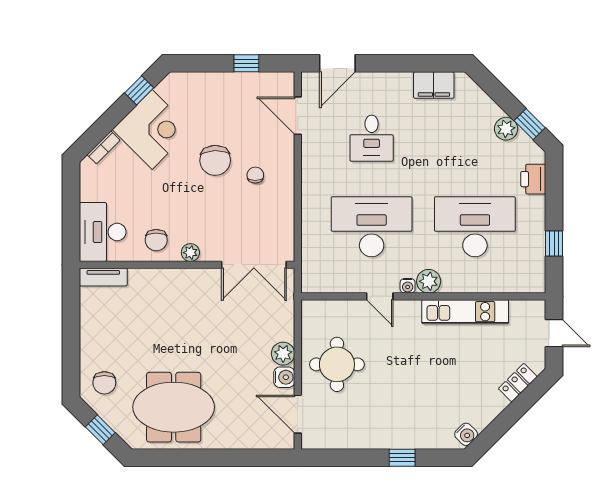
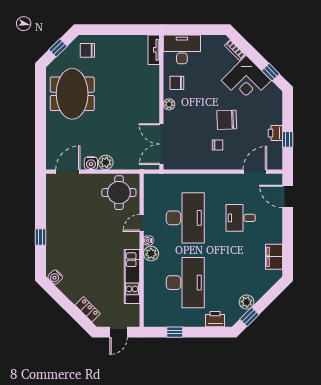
printer: (236, 83) -> (275, 133), added
round table: (337, 364) -> (119, 193), moved

